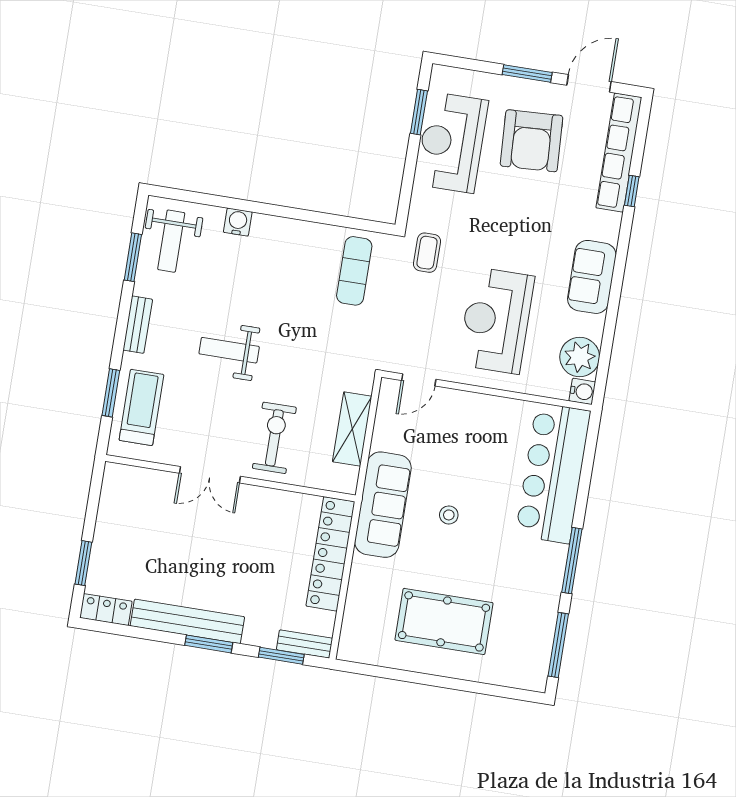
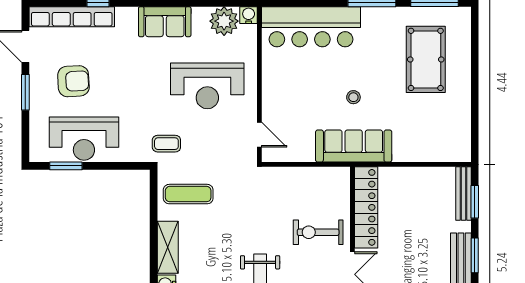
armchair: (532, 141) -> (73, 81), width x0.73, depth x0.73
shelving: (352, 429) -> (168, 247), moved, turned 90
locker: (330, 554) -> (366, 207), moved, turned -90
pool table: (444, 621) -> (426, 59), moved
bench: (305, 644) -> (463, 193), width x1.36

